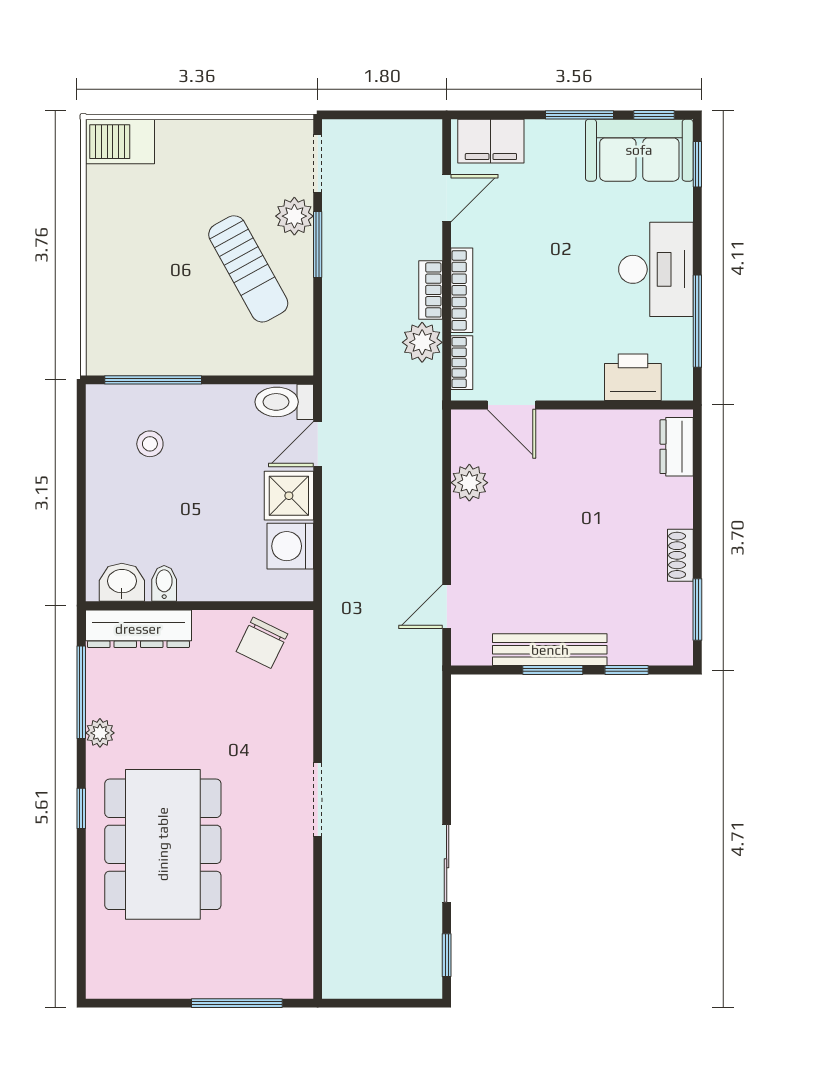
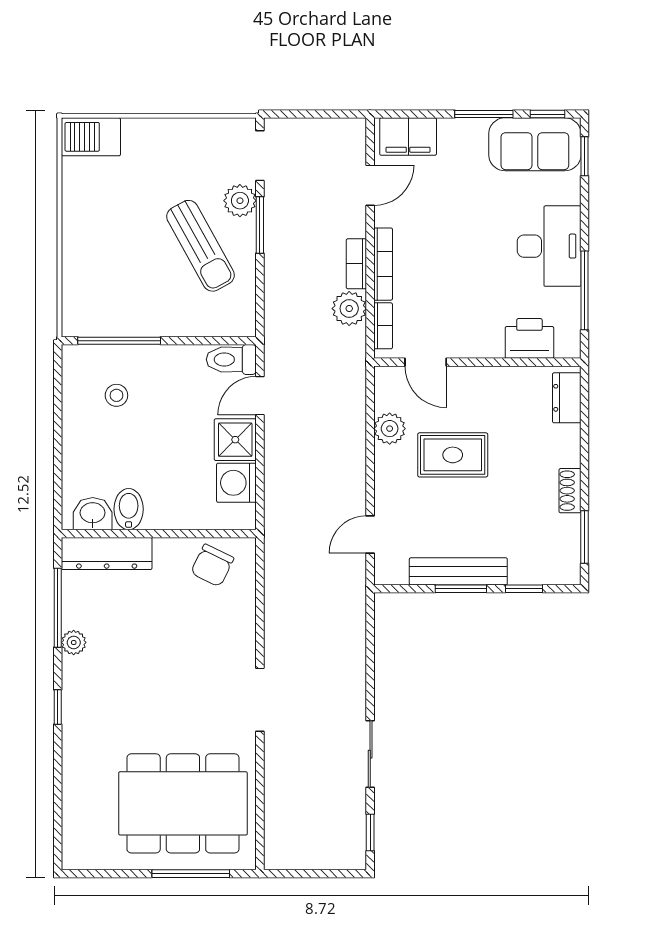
rug: (543, 513) -> (453, 455), added
bidet: (164, 583) -> (129, 509), width x1.38, depth x1.36
dining table: (163, 844) -> (183, 803), moved, turned 90

